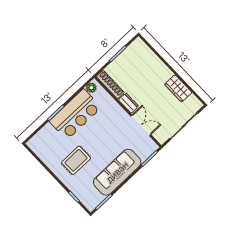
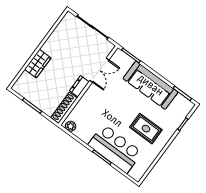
wardrobe: (178, 88) -> (38, 64), moved
bar counter: (75, 114) -> (115, 149), moved
double door: (141, 125) -> (99, 70), swing flipped

